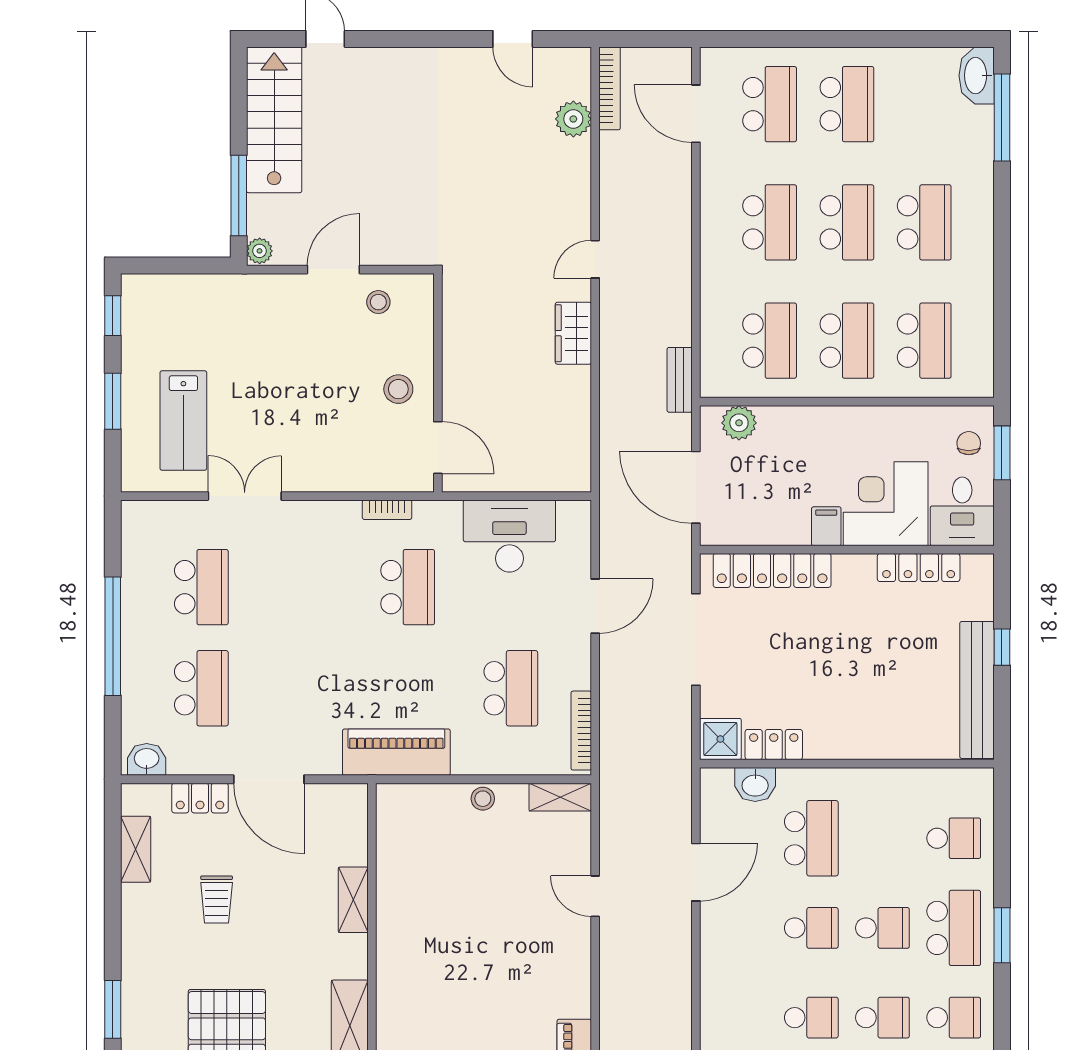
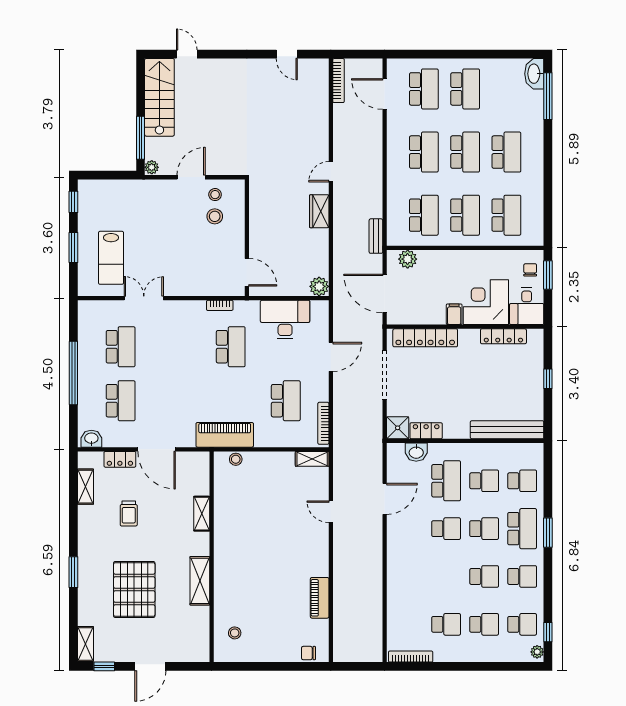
plant: (573, 119) -> (319, 286), moved
stool: (398, 389) -> (215, 216), moved
bench: (977, 690) -> (507, 430), moved, turned 90
stool: (483, 799) -> (236, 459), moved
school desk: (811, 1018) -> (484, 481), moved

